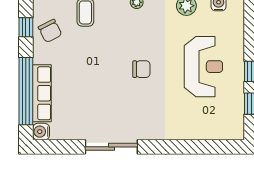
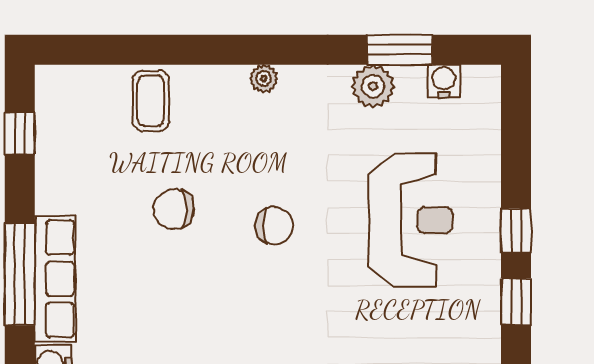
chair: (50, 31) -> (174, 209), moved, turned 117
window: (26, 91) -> (20, 274), width x0.68

